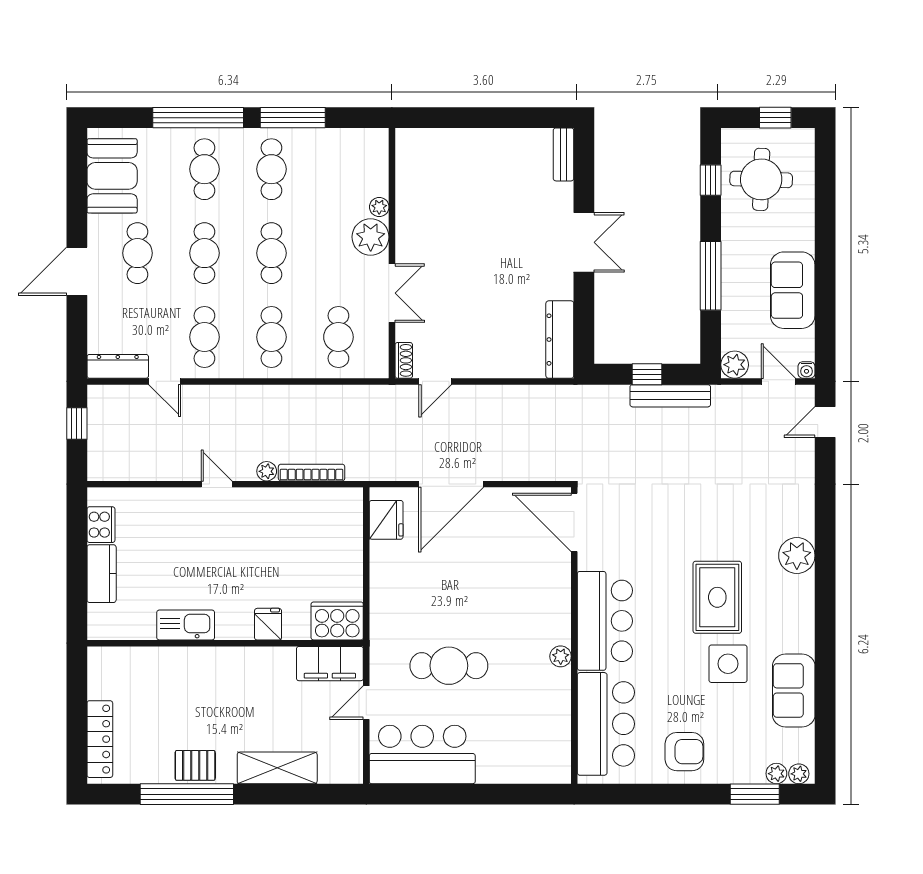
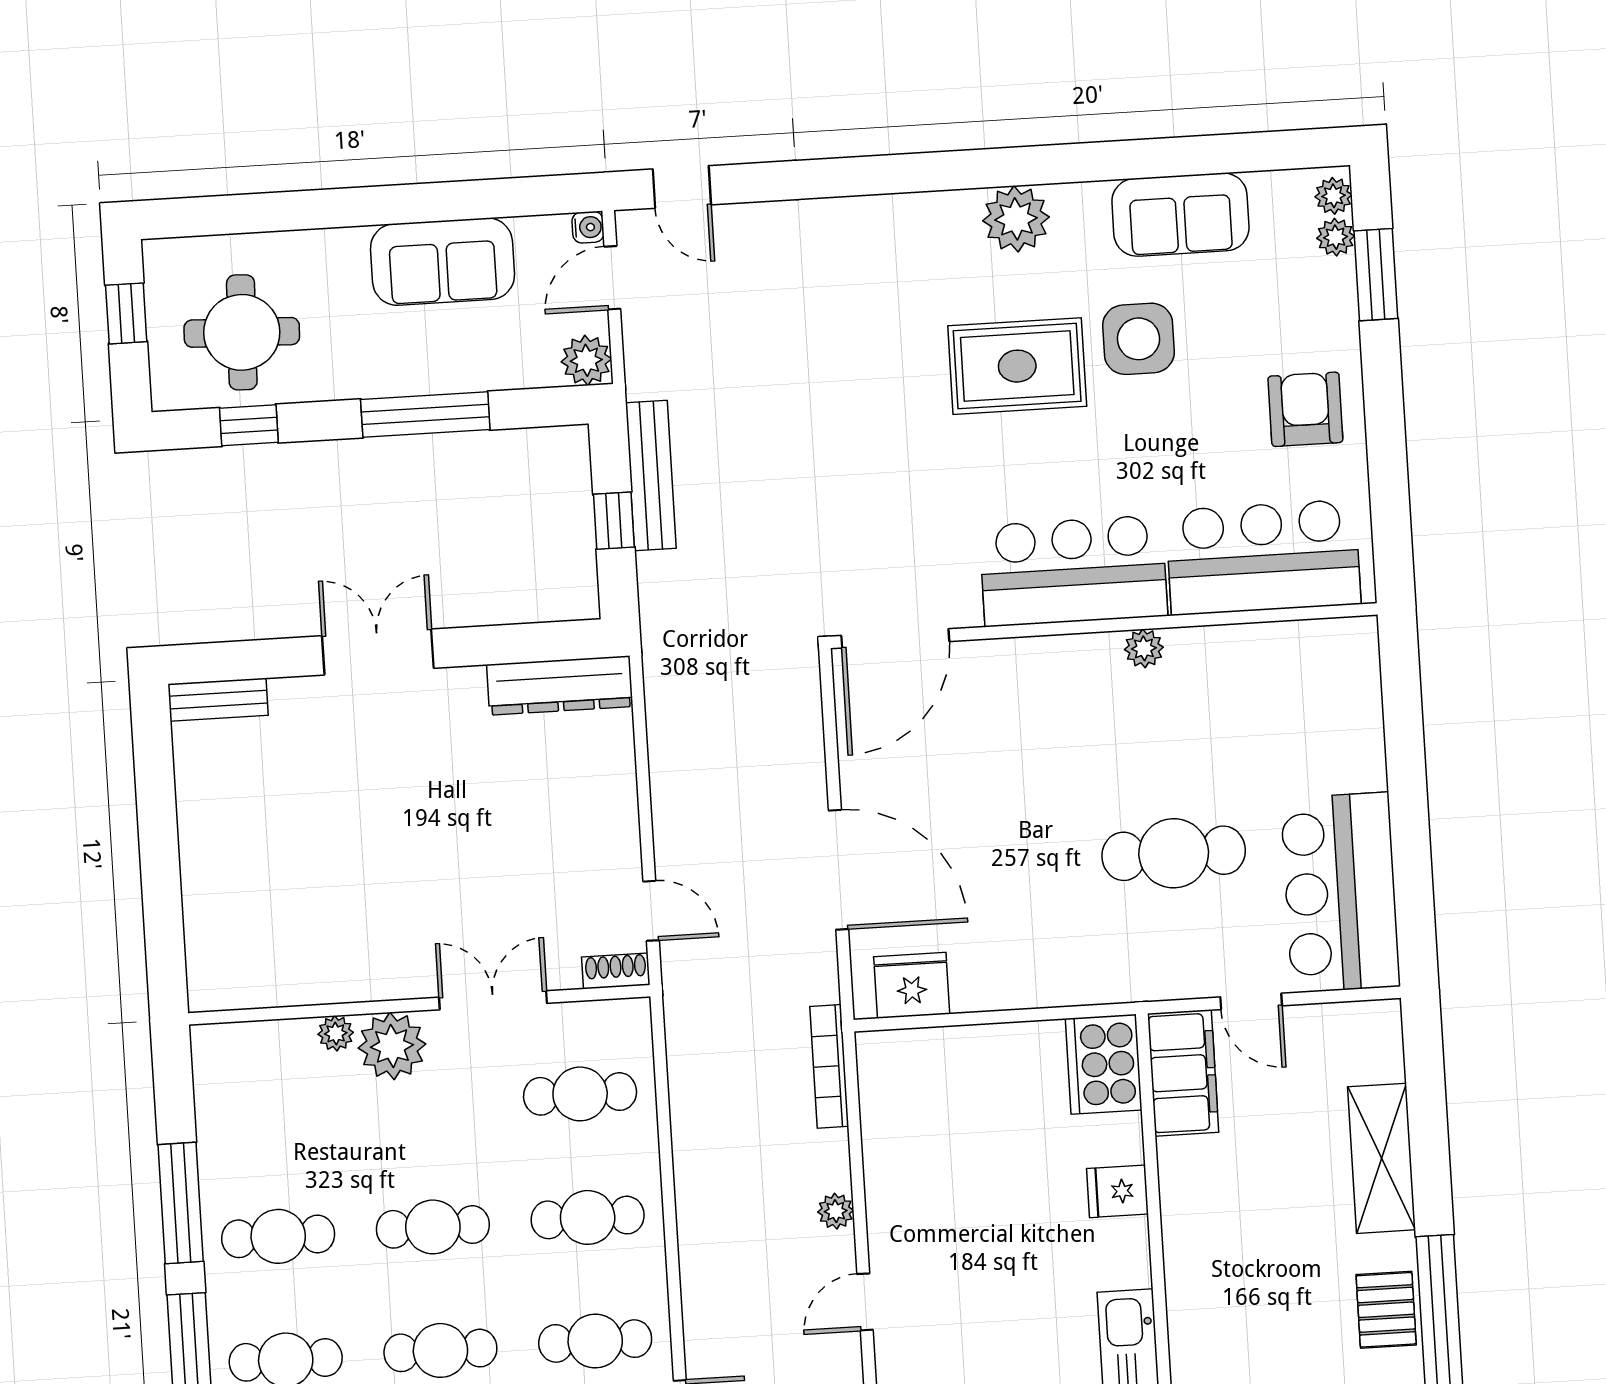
bookcase: (312, 473) -> (829, 1066), moved
plant: (797, 556) -> (1016, 219), moved
cafe table: (449, 666) -> (1174, 853), turned 90

